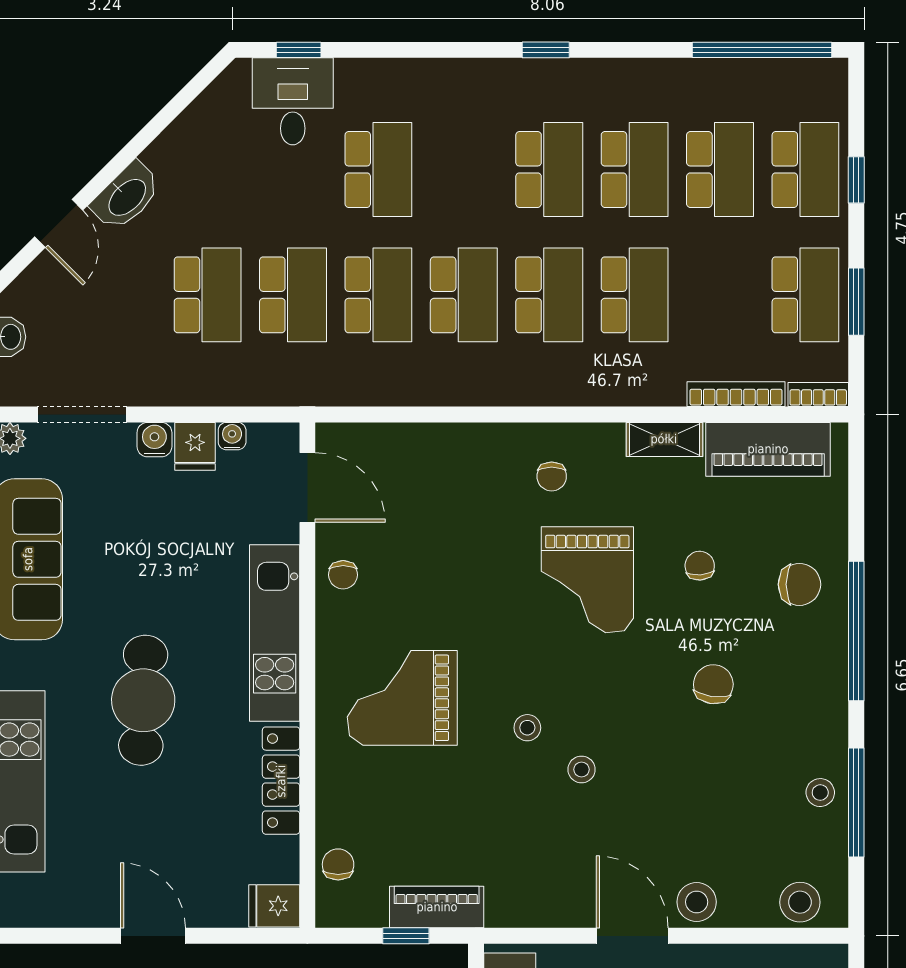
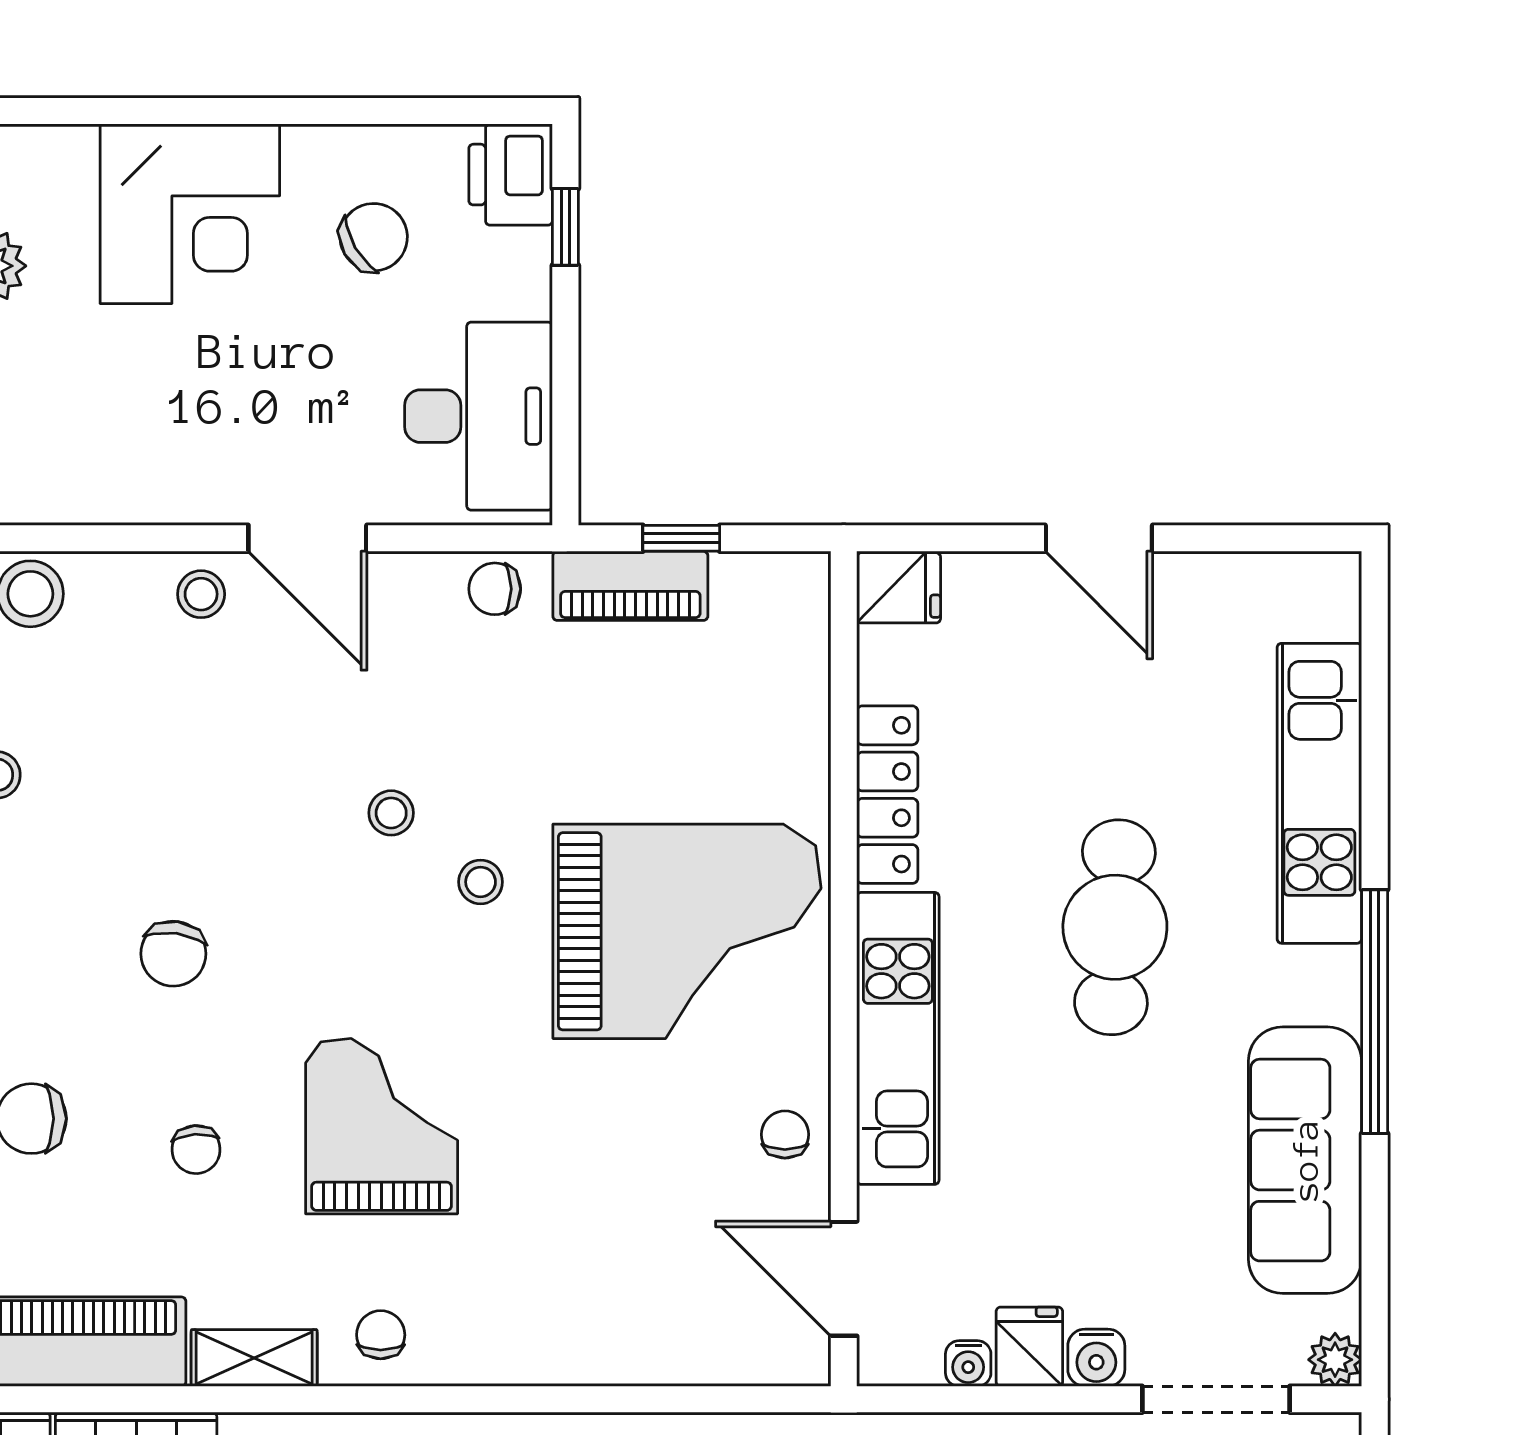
chair: (552, 476) -> (381, 1335), moved
grand piano: (402, 698) -> (687, 931), width x1.37, depth x1.48
chair: (338, 864) -> (495, 589), moved, turned 90
stool: (697, 902) -> (201, 594), width x0.73, depth x0.73

